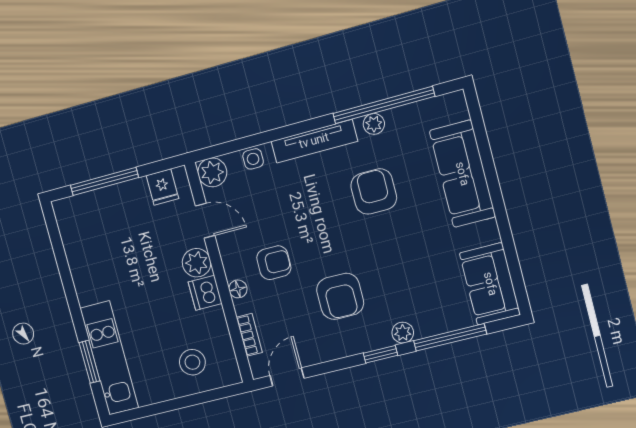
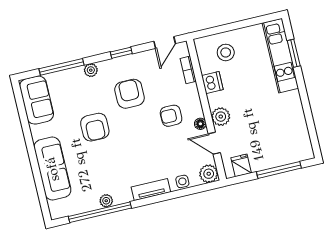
tv unit: (314, 141) -> (151, 190), width x0.71
armchair: (374, 191) -> (95, 127), moved
floor lamp: (238, 289) -> (200, 124), moved
dishwasher: (205, 293) -> (212, 83), moved
window: (380, 354) -> (121, 53), moved

